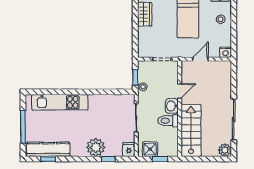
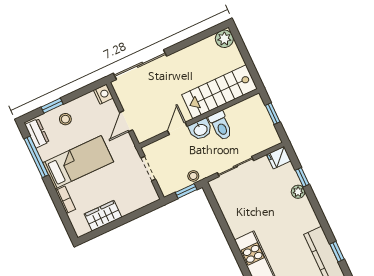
window: (234, 15) -> (52, 106), added
door: (200, 59) -> (126, 121), hinge flipped
door: (180, 91) -> (177, 128), hinge flipped
sliding door: (234, 120) -> (140, 65), moved
plant: (96, 147) -> (298, 192), width x0.53, depth x0.53
shower: (150, 149) -> (266, 132), removed

